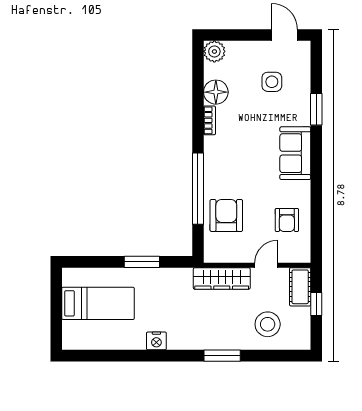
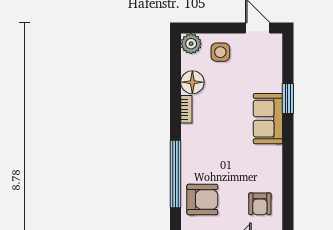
side table: (272, 82) -> (220, 52), moved
sofa: (295, 153) -> (268, 119), moved
armchair: (226, 215) -> (202, 200), turned 90

